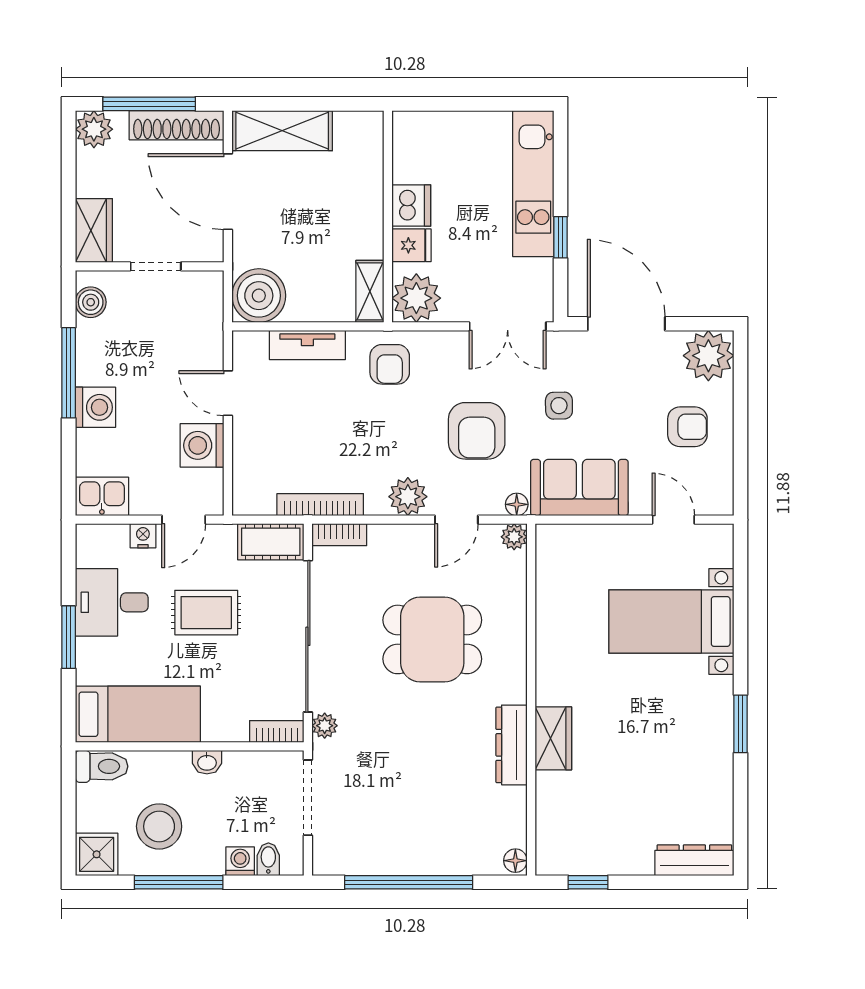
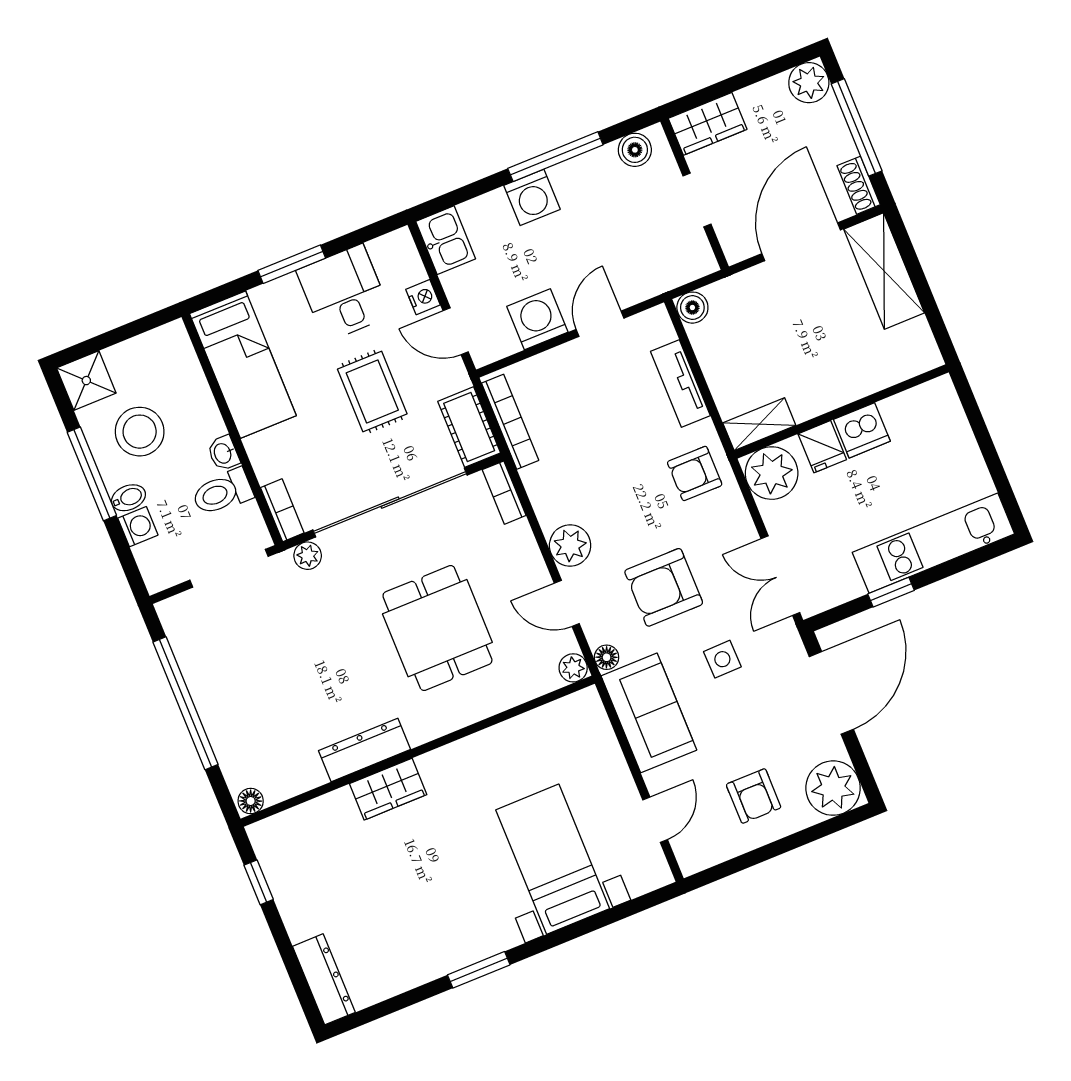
shoe rack: (177, 125) -> (859, 185), width x0.51, depth x0.81
boiler: (259, 296) -> (692, 308), width x0.54, depth x0.54
bookcase: (320, 505) -> (510, 422), moved
toilet: (102, 766) -> (222, 492), moved, turned 90
bidet: (268, 859) -> (128, 498), moved

